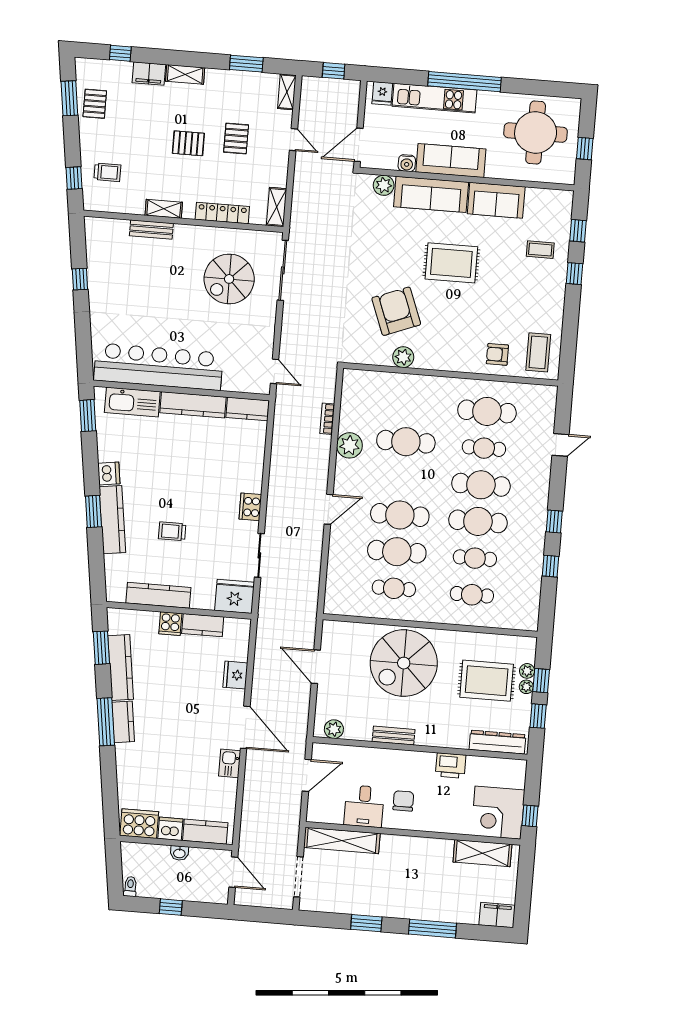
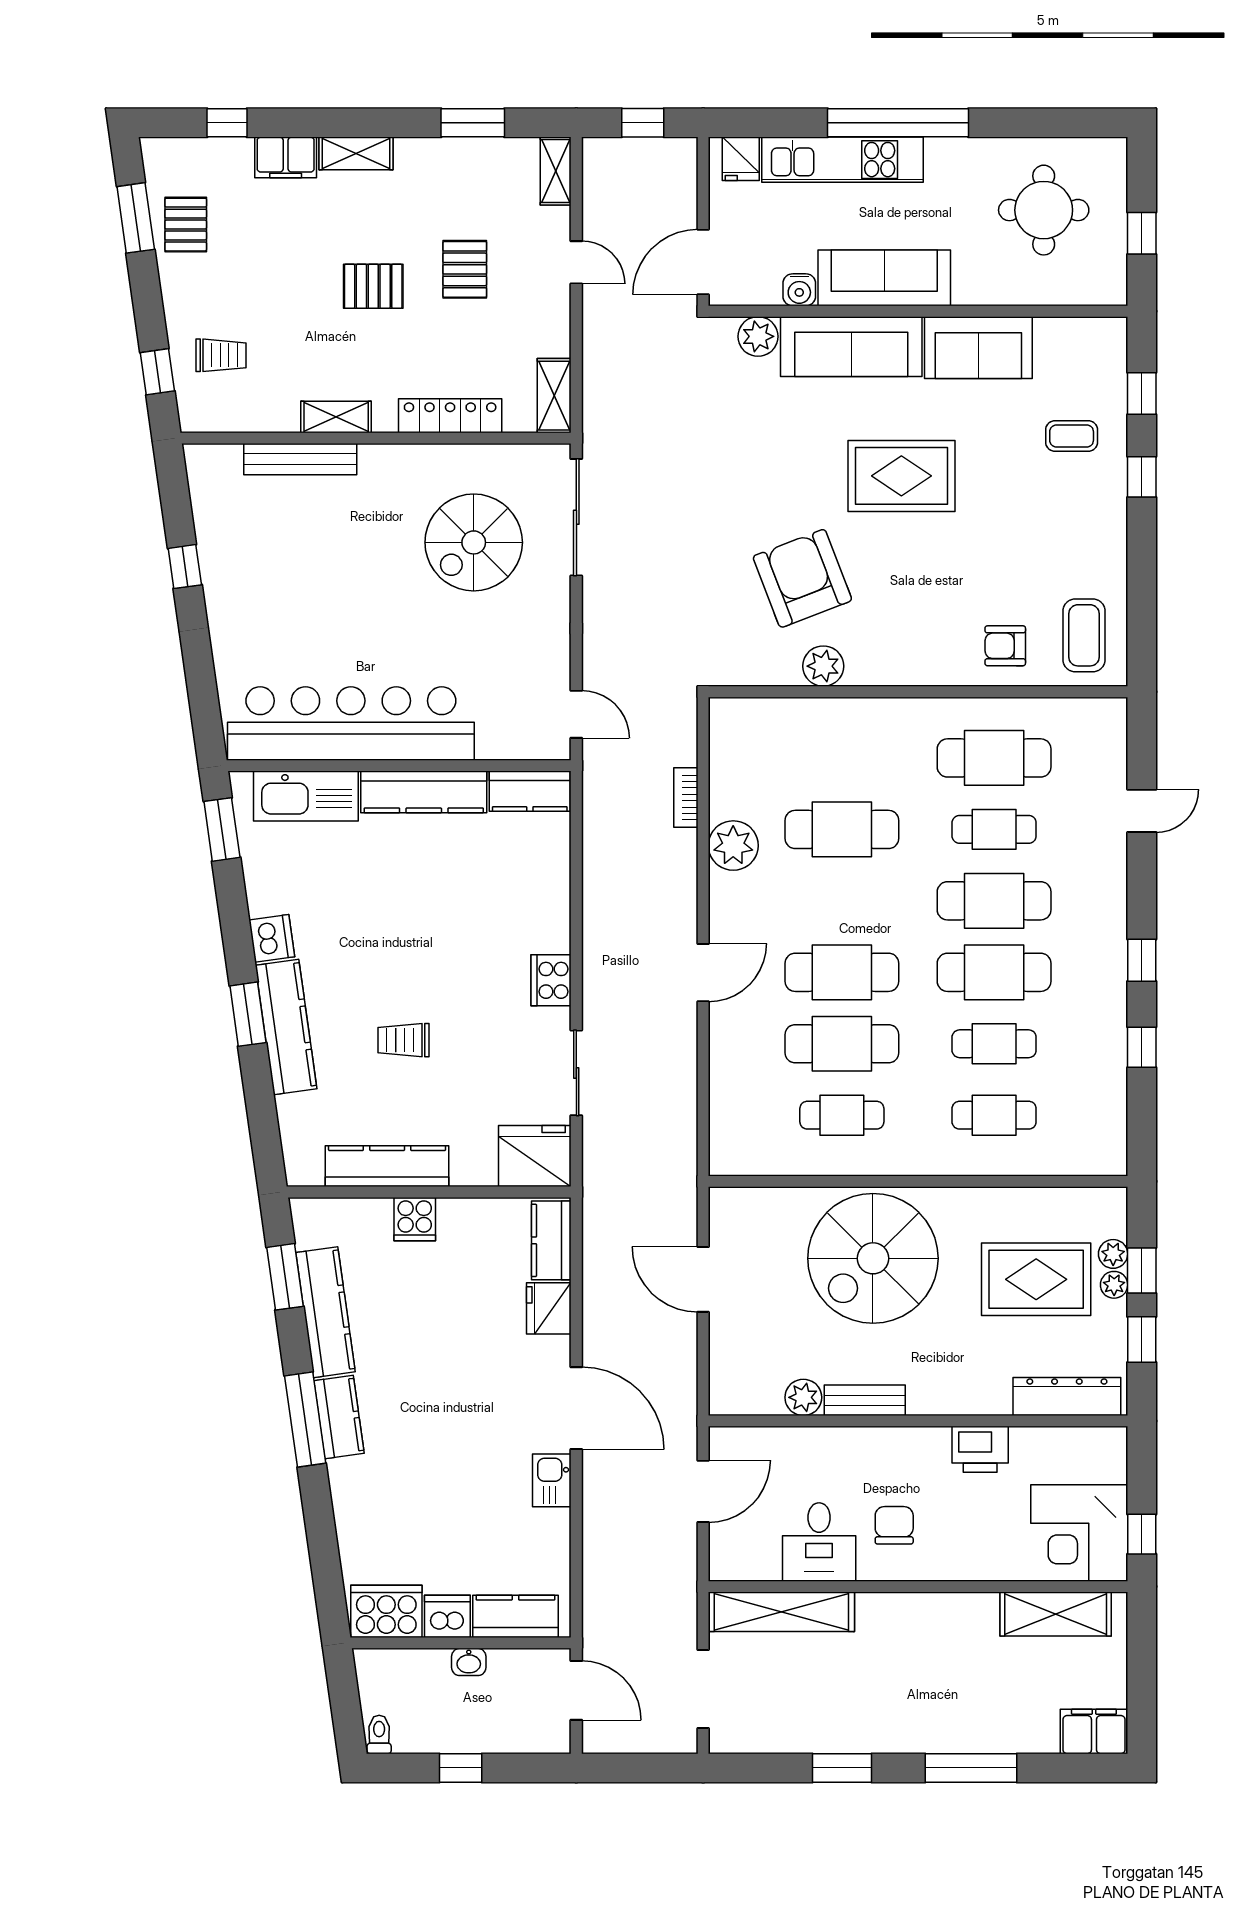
round table: (536, 132) -> (1044, 210), width x0.73, depth x0.73
bench: (151, 230) -> (300, 459), width x1.36
kitchen counter: (203, 625) -> (551, 1240), moved, turned 90
plant: (334, 729) -> (803, 1397), moved

